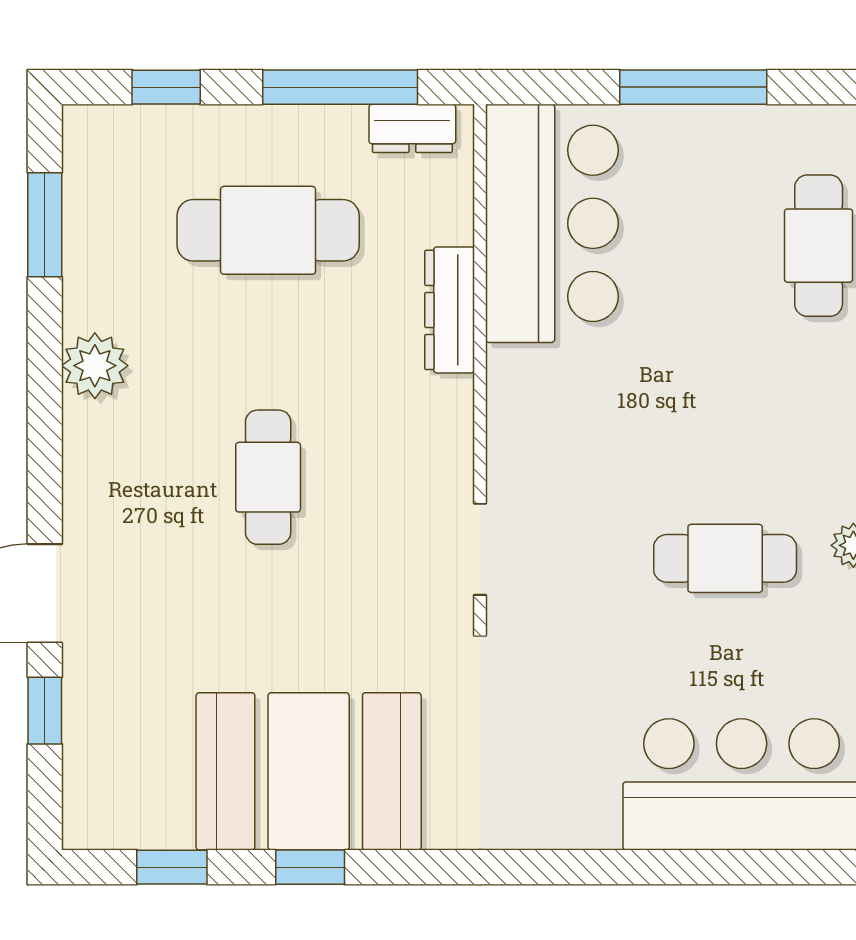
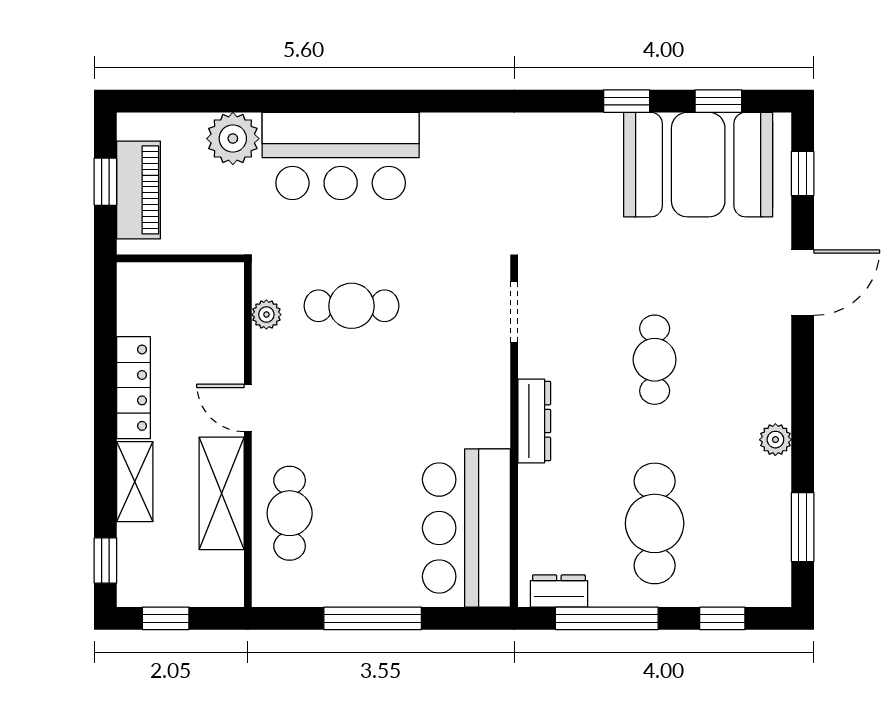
cafe table: (268, 230) -> (655, 523), turned 90
dresser: (450, 310) -> (534, 421), moved
plant: (95, 366) -> (775, 440), width x0.73, depth x0.73
window: (45, 711) -> (803, 174), moved
booth: (309, 771) -> (698, 165), moved

